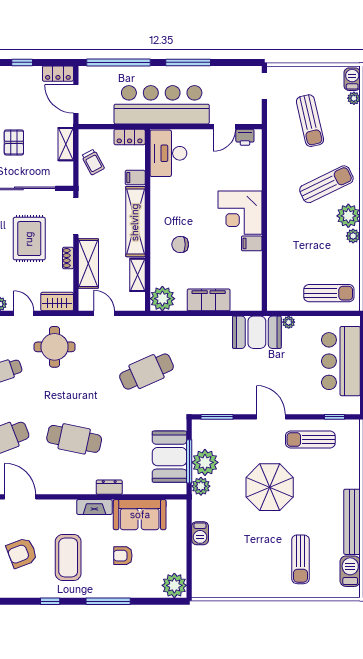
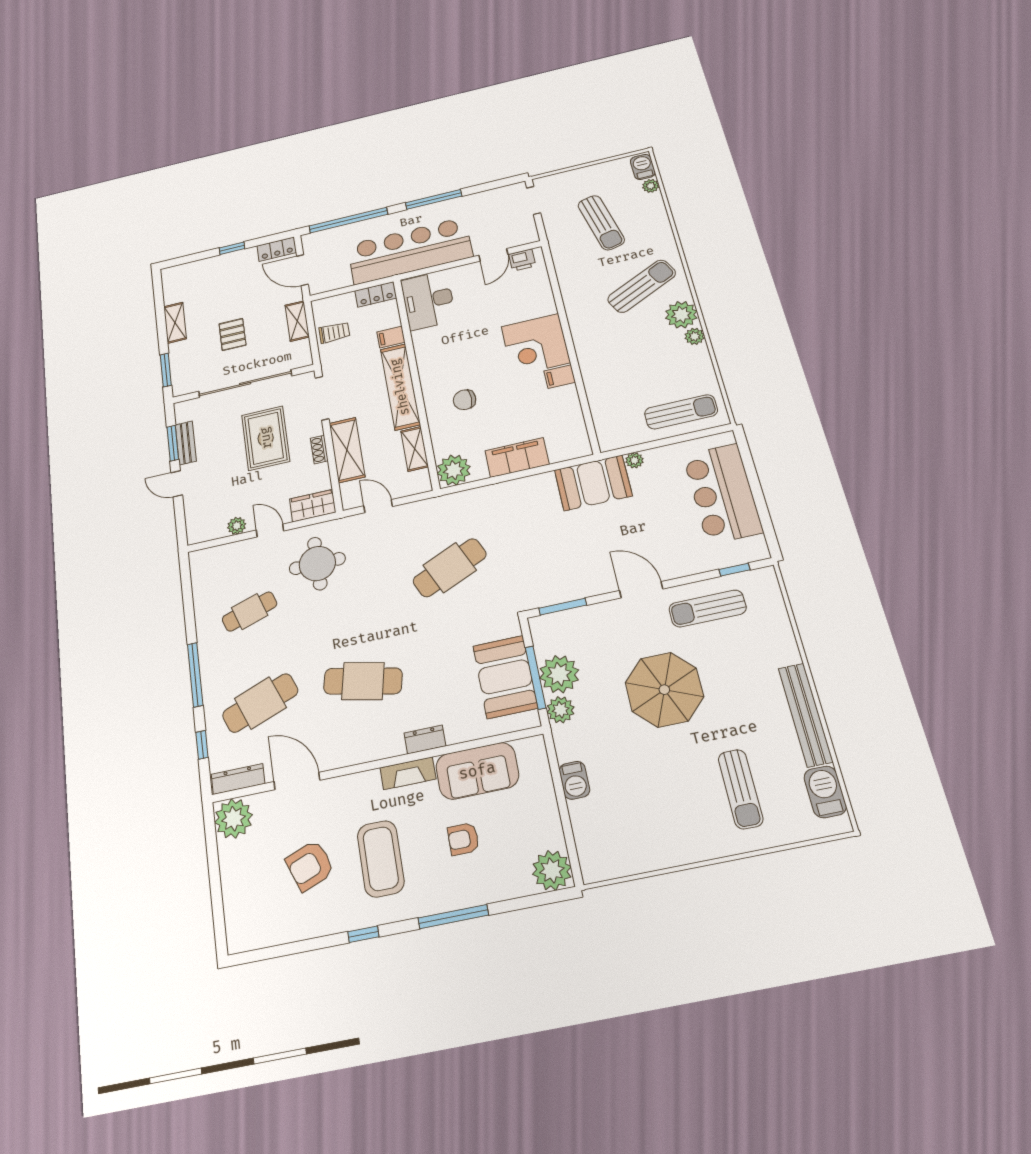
trolley: (93, 162) -> (334, 332), turned -62

